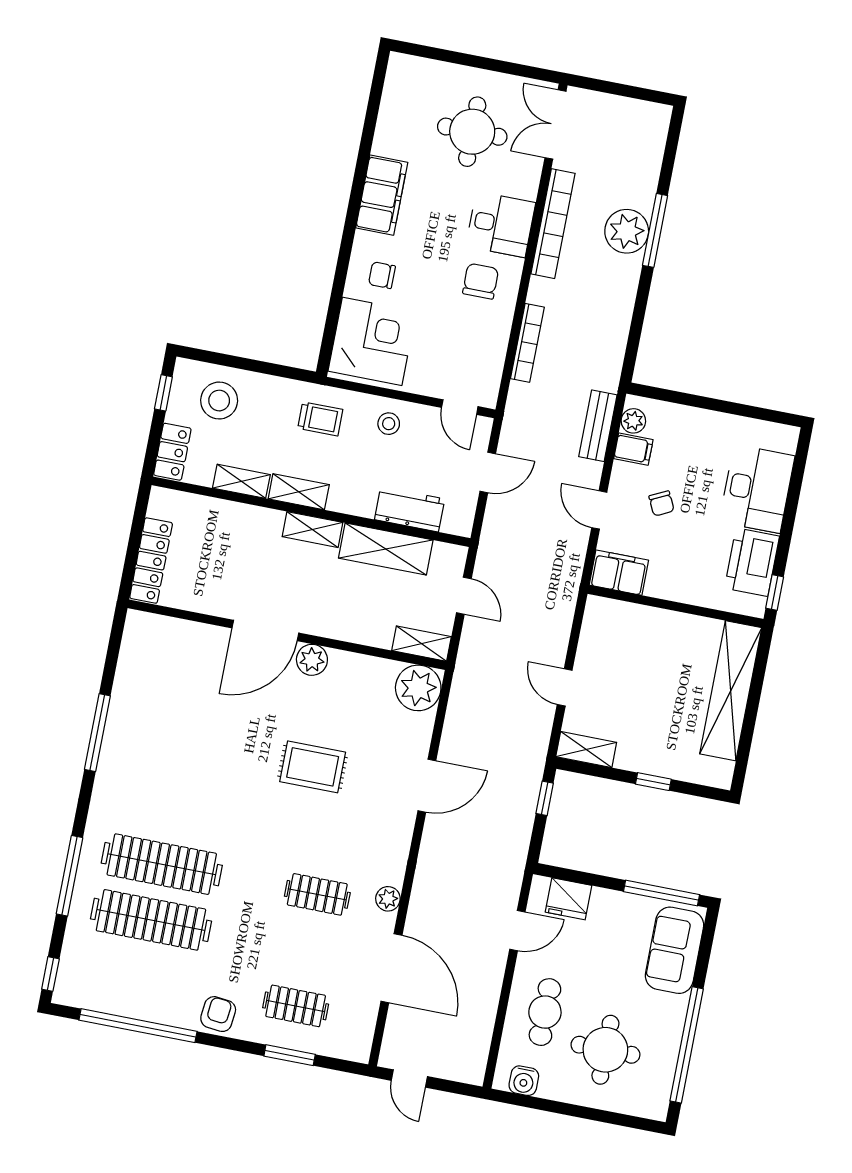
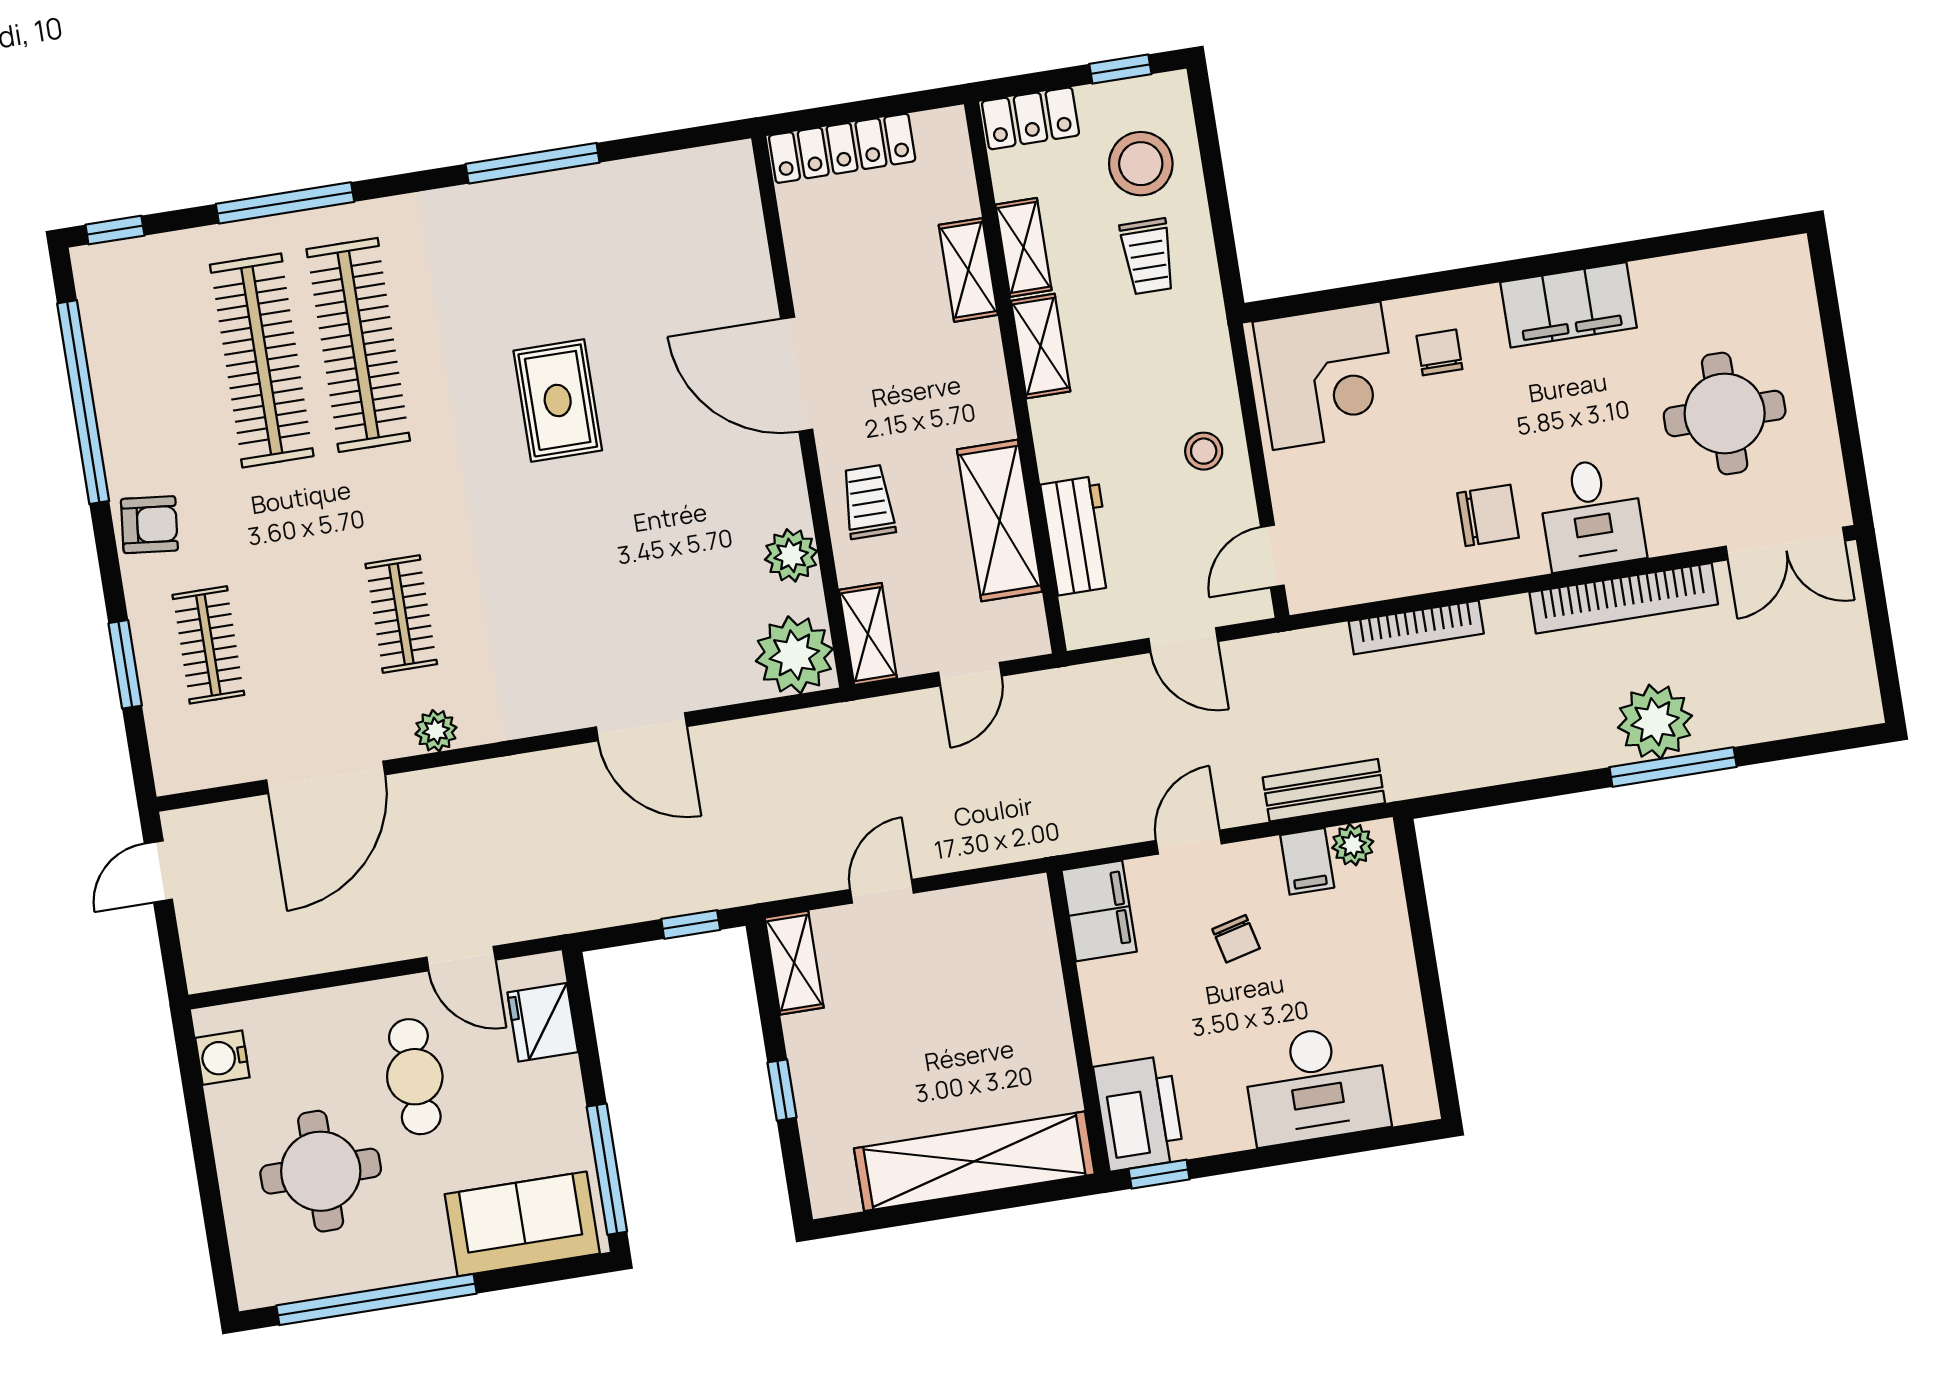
double door: (555, 124) -> (1785, 544), swing flipped
trolley: (320, 419) -> (1148, 256), moved
chair: (661, 503) -> (1236, 939), turned -78
shelving: (312, 530) -> (968, 270), moved
printer: (752, 562) -> (1139, 1113), moved, turned 90
trolley: (349, 617) -> (868, 502), added
plant: (312, 660) -> (791, 555), moved
rug: (313, 767) -> (558, 400), moved
cafe table: (545, 1012) -> (415, 1077), moved, turned 90

